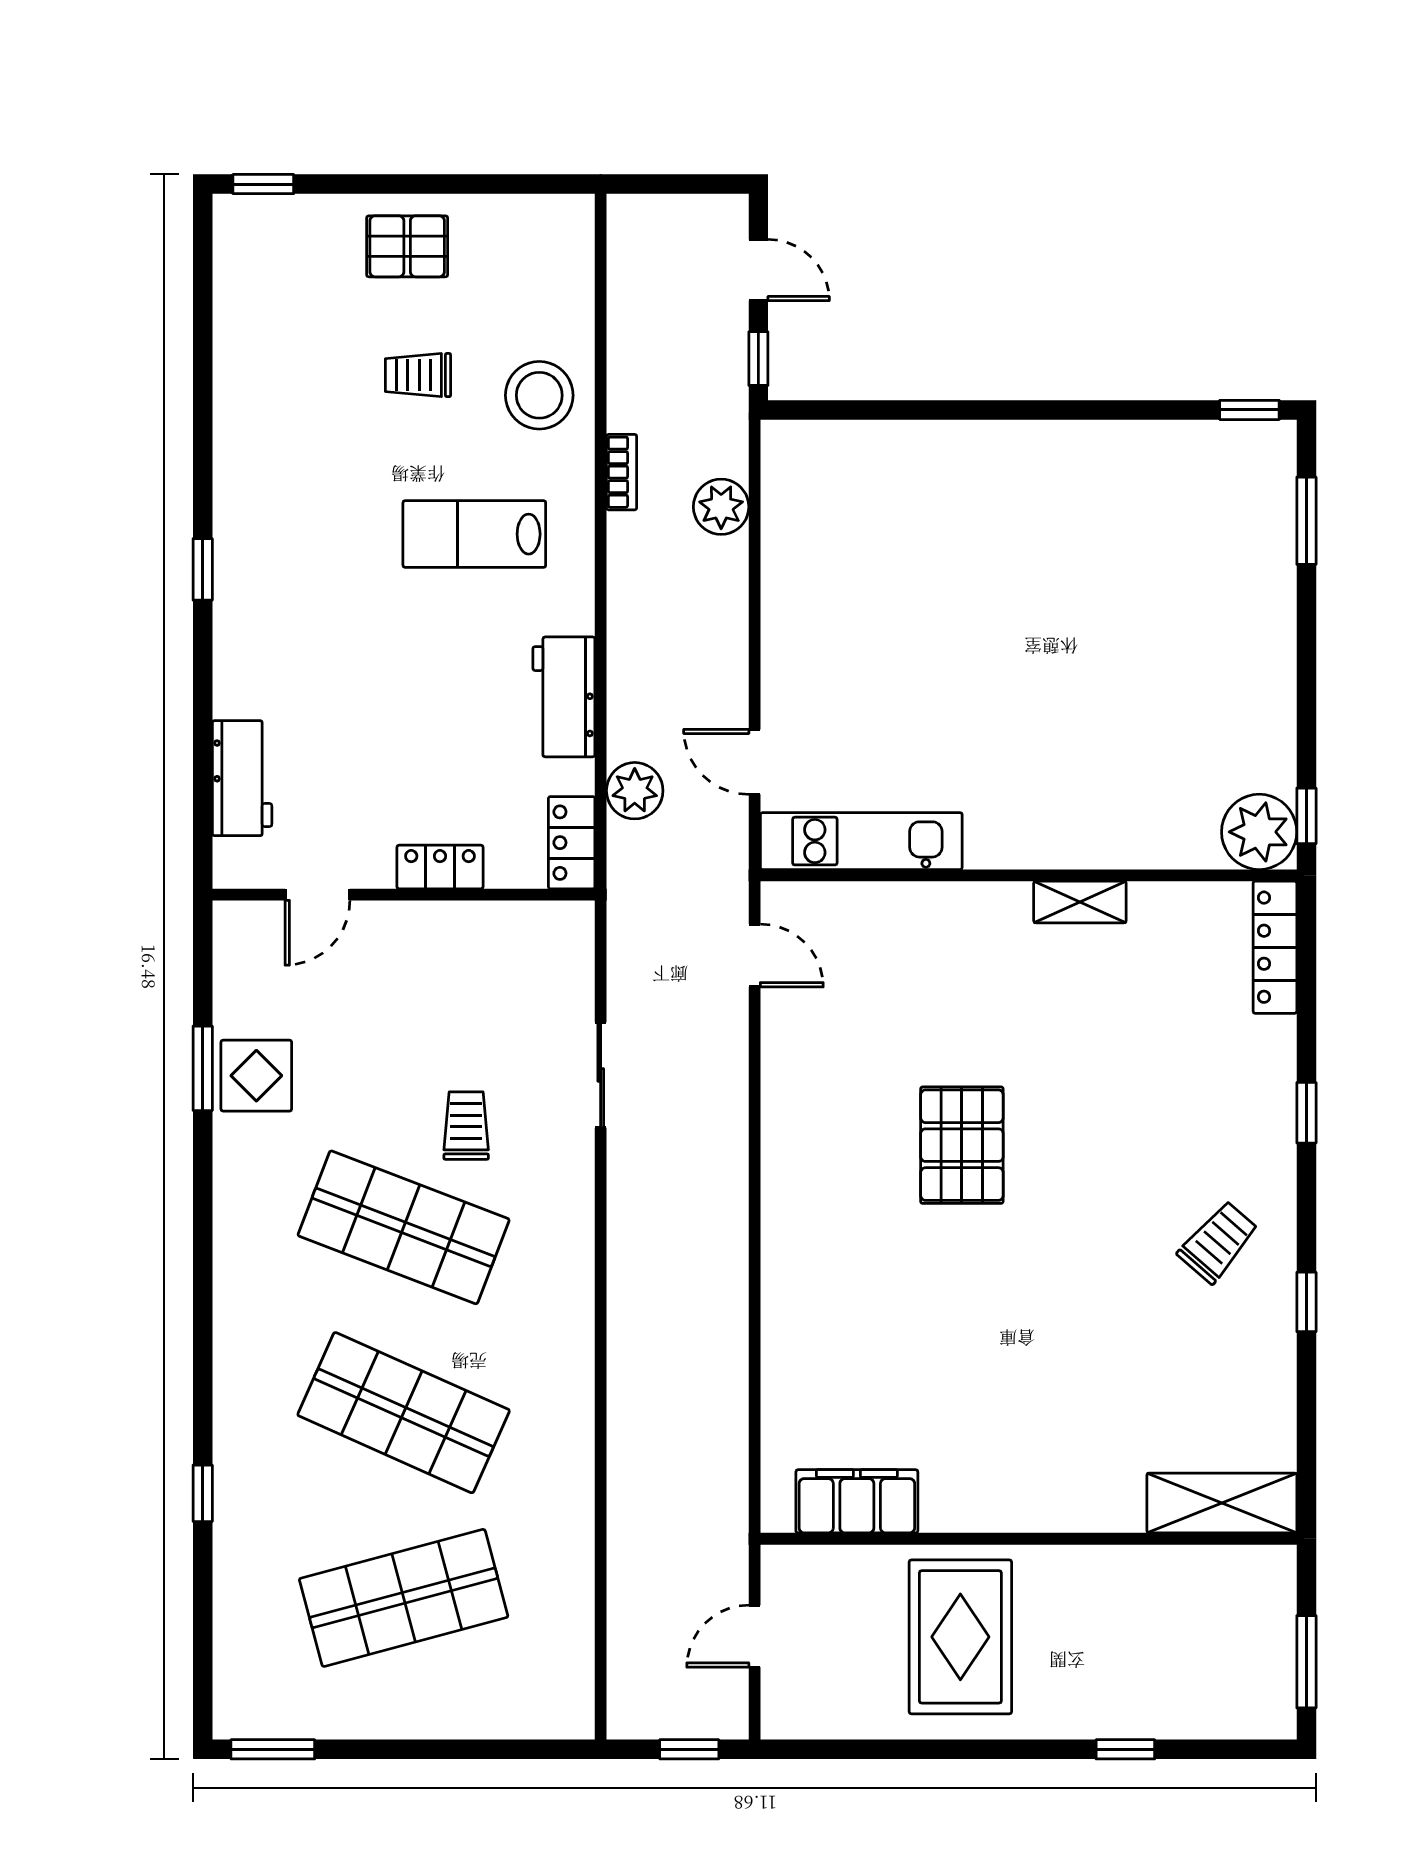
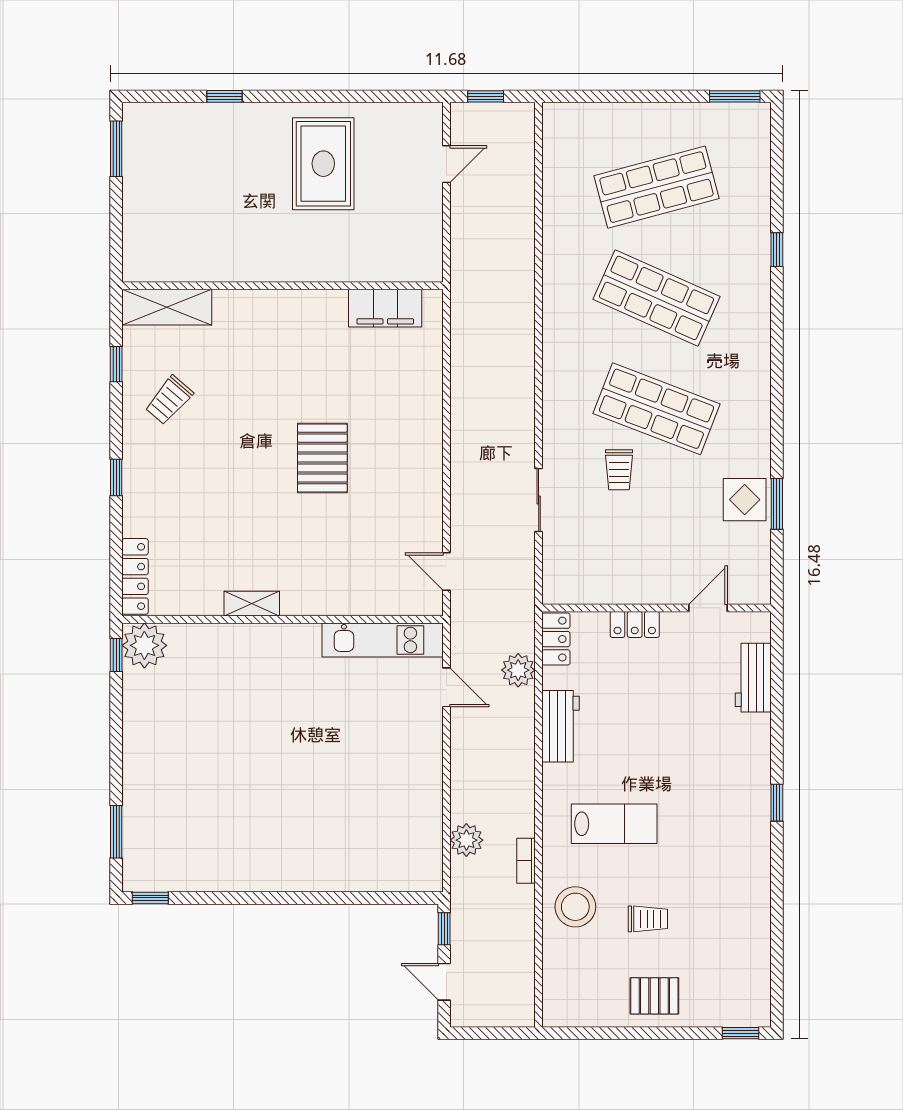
filing cabinet: (857, 1501) -> (385, 308), moved
shelving: (1222, 1503) -> (167, 307), moved
wall: (1029, 1539) -> (282, 286), moved

